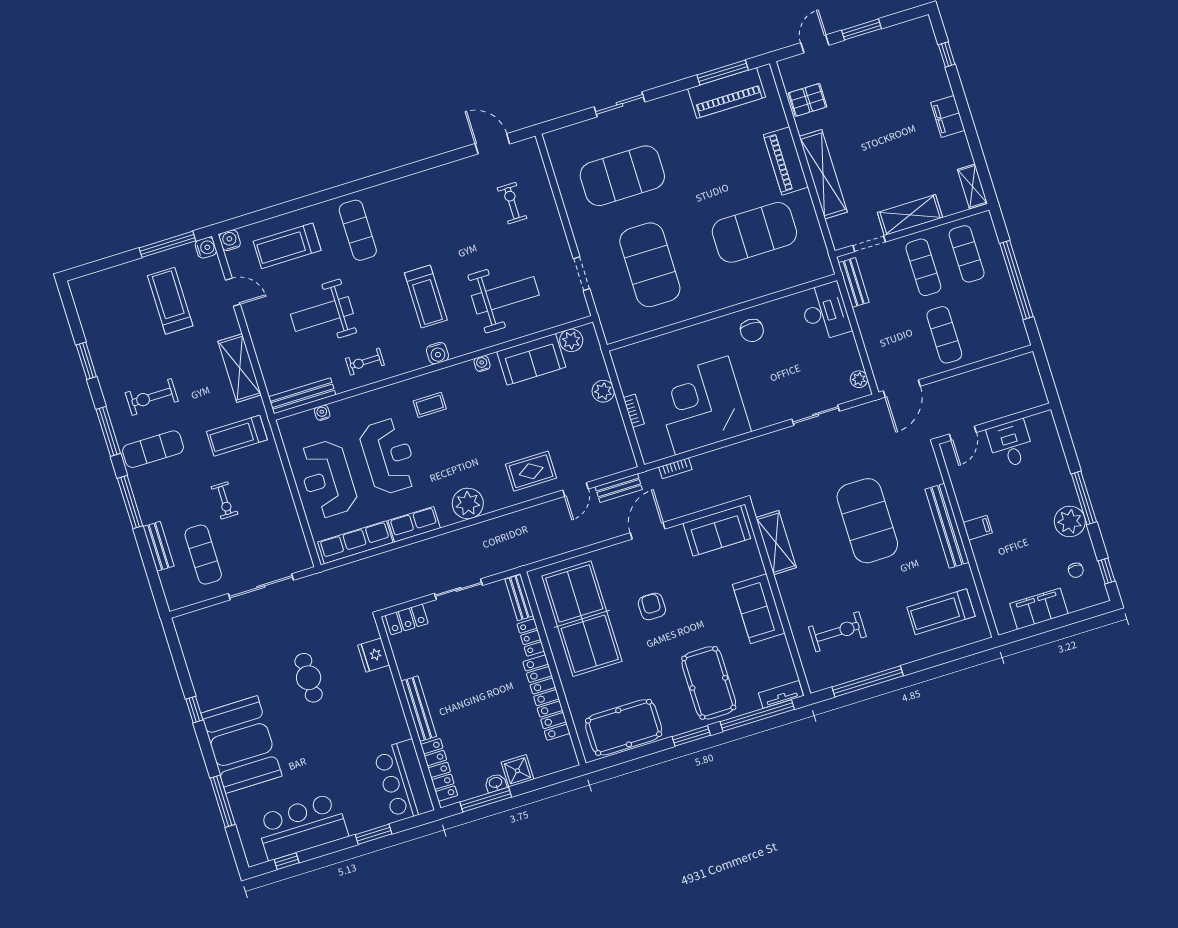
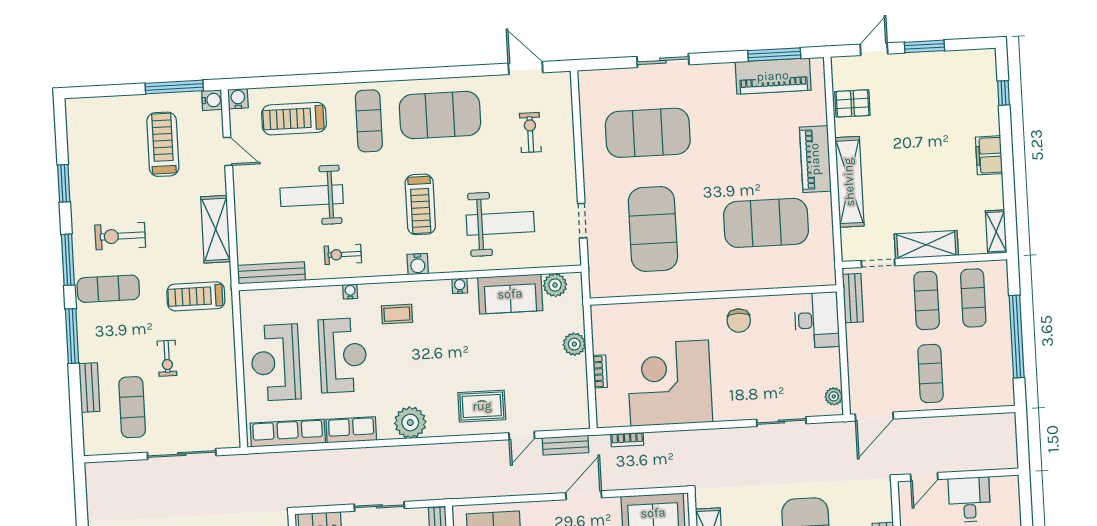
exercise mat: (423, 208) -> (440, 115), added
water cooler: (322, 413) -> (350, 291), moved

